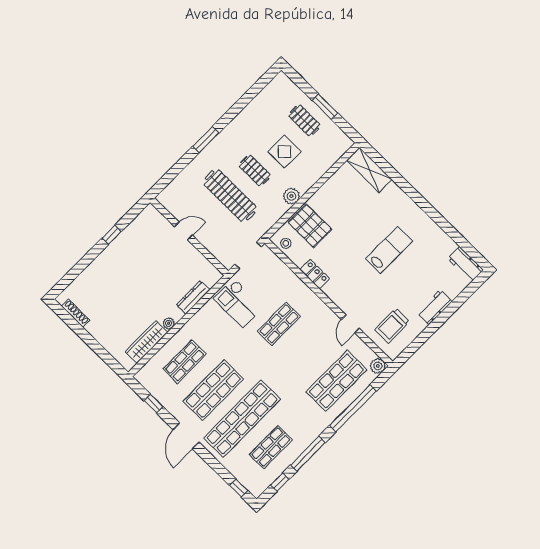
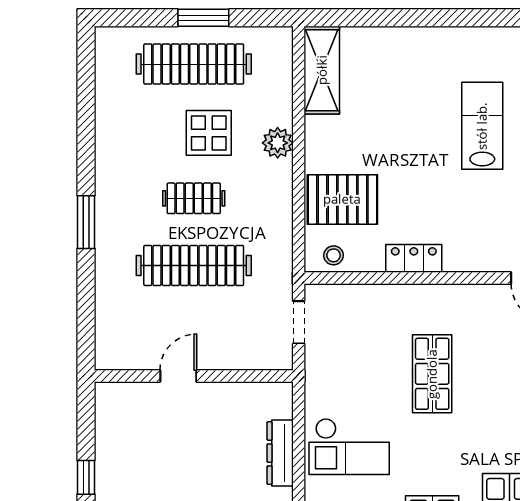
clothes rail: (304, 120) -> (194, 64), width x1.86, depth x1.31
shelving: (369, 170) -> (322, 70), moved, turned 90
plant: (291, 196) -> (278, 143), moved
doorway: (248, 255) -> (299, 322), width x0.73
checkout: (238, 303) -> (349, 447), moved

